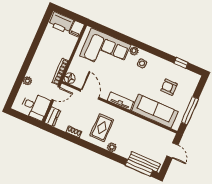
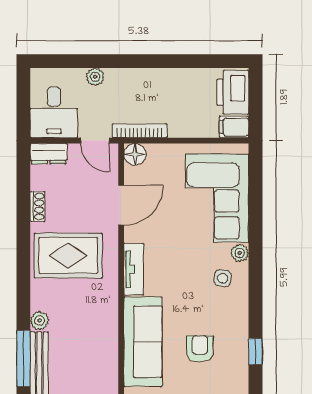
rug: (102, 128) -> (68, 256), width x1.36, depth x1.43
plant: (112, 147) -> (40, 321), moved

